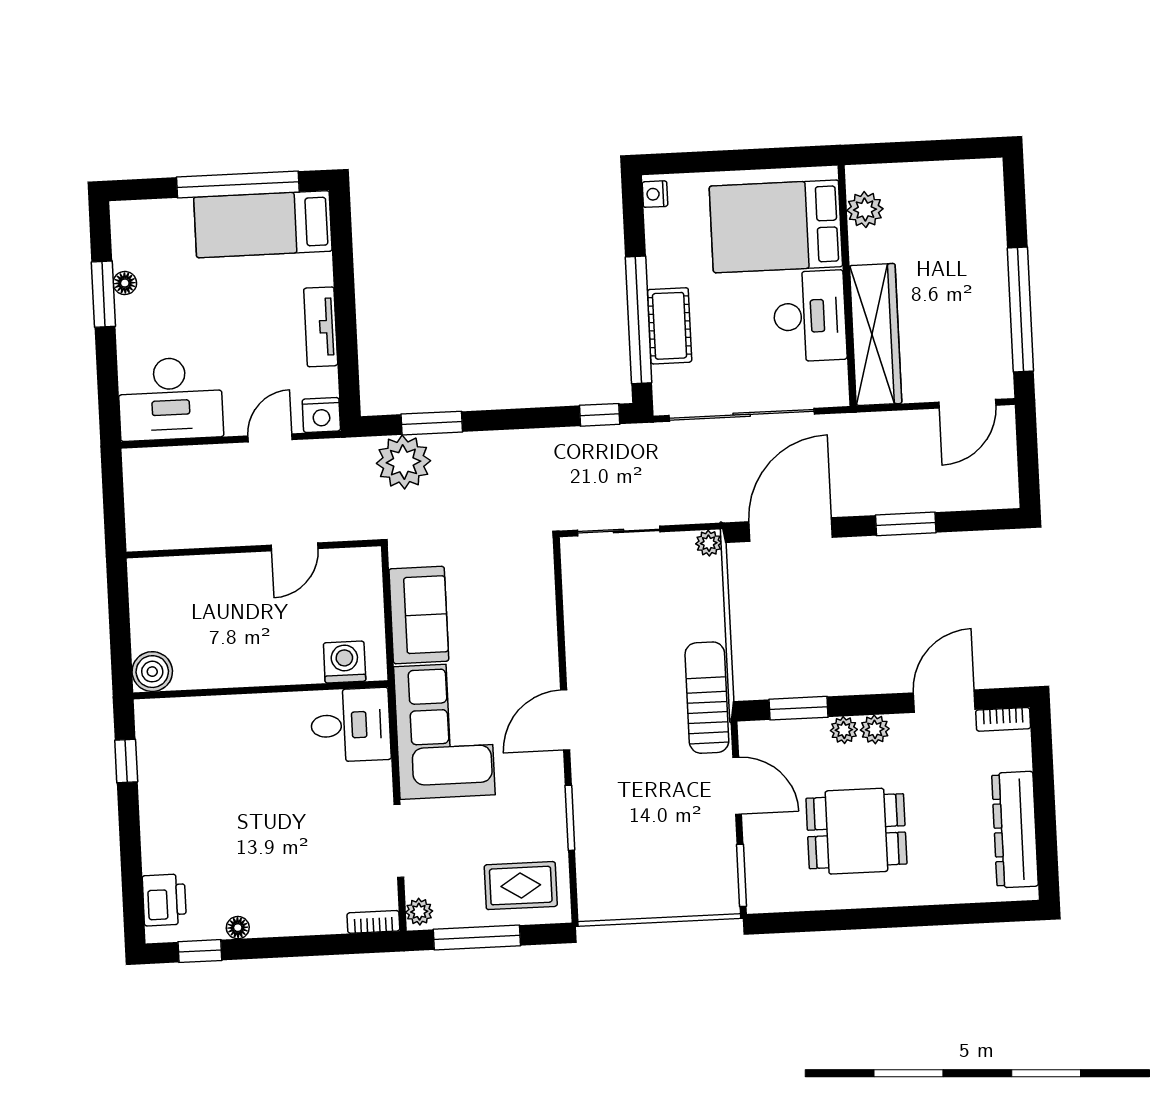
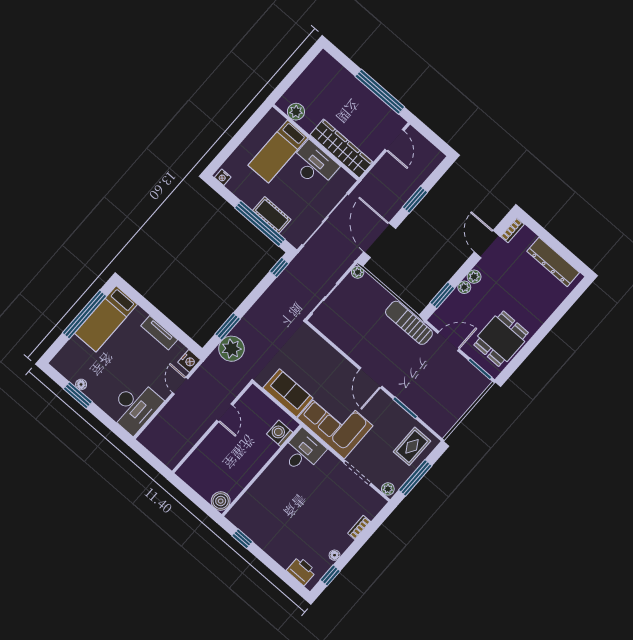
bed: (776, 226) -> (278, 151), width x0.67
dining table: (856, 831) -> (501, 339), moved
bookcase: (373, 922) -> (359, 528), moved

